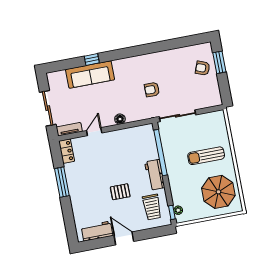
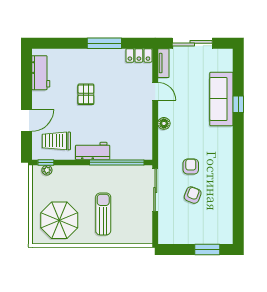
armchair: (203, 68) -> (193, 195), moved
pallet: (120, 192) -> (86, 94), moved
door: (124, 238) -> (27, 120), moved

